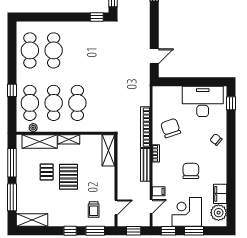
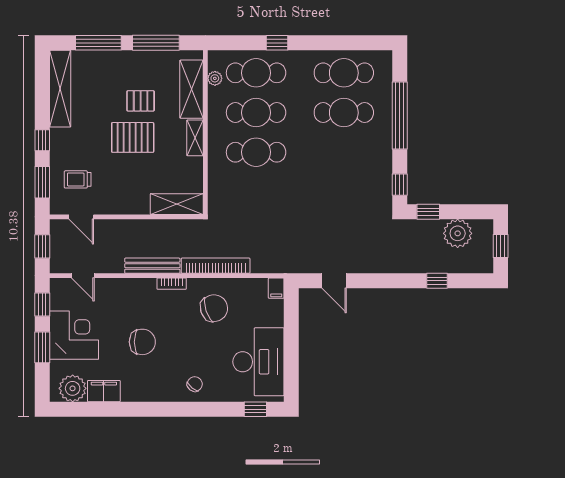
window: (55, 17) -> (400, 116), added
filing cabinet: (159, 191) -> (276, 288), moved
shelving: (32, 220) -> (60, 89), width x1.47

